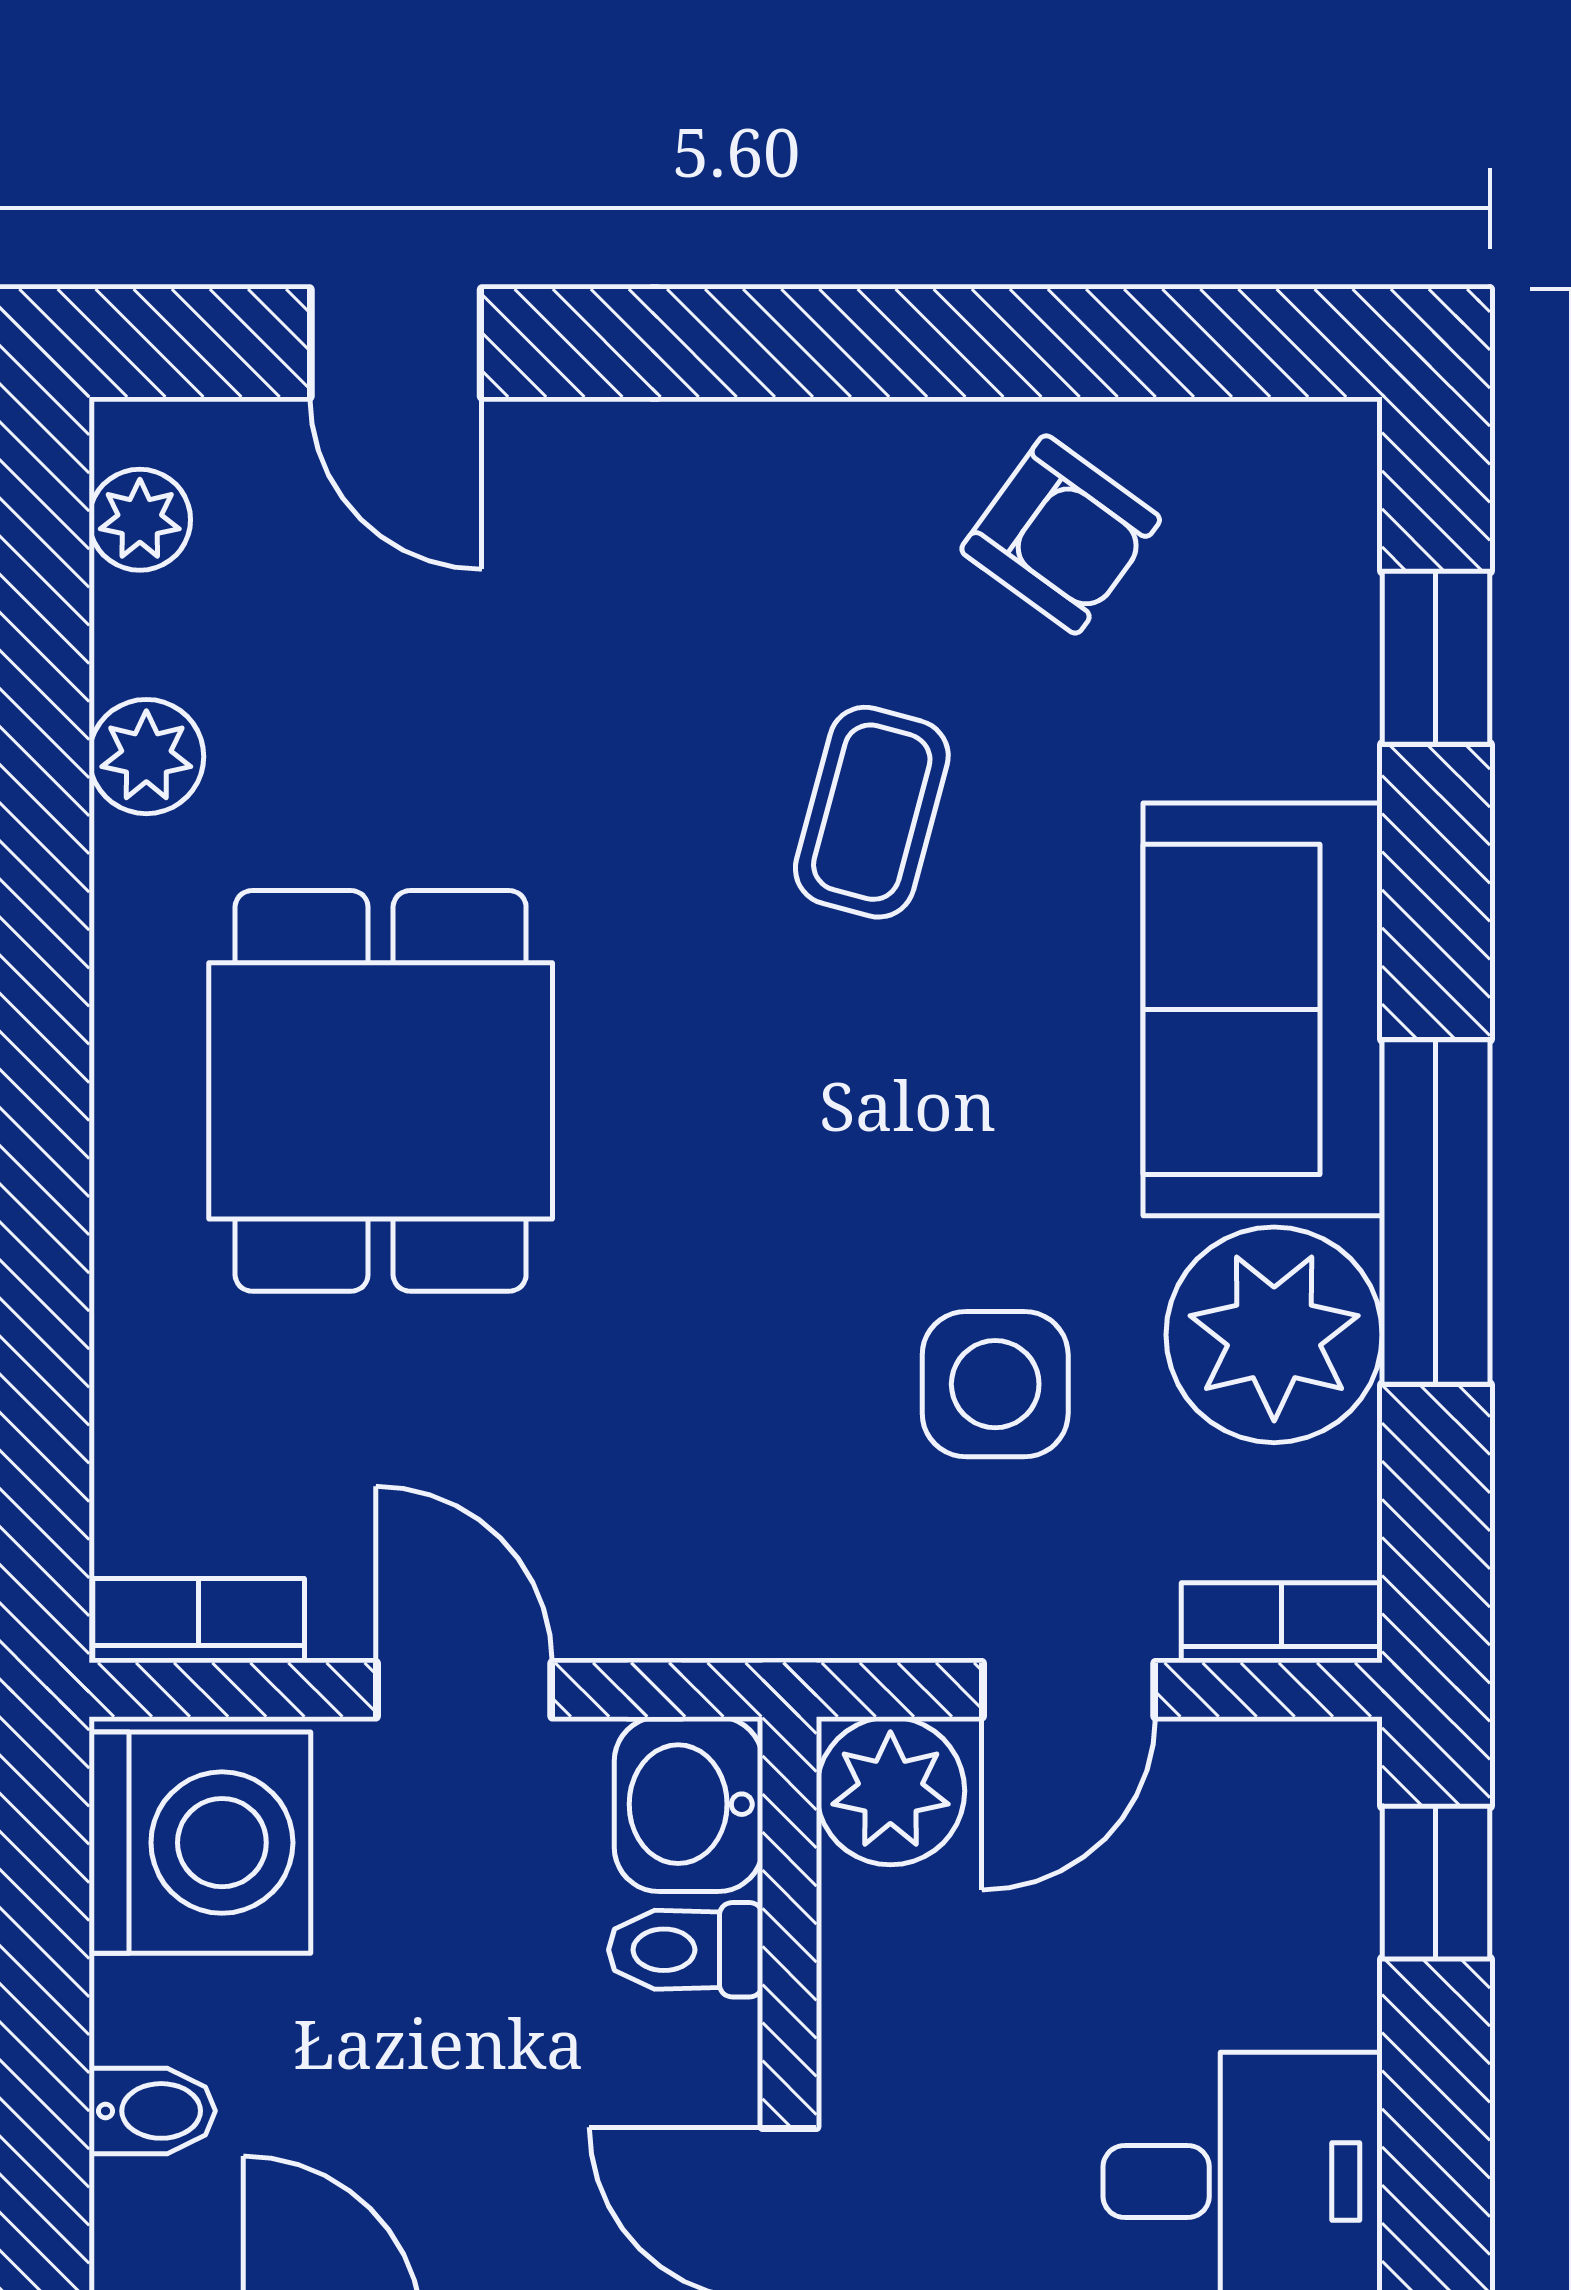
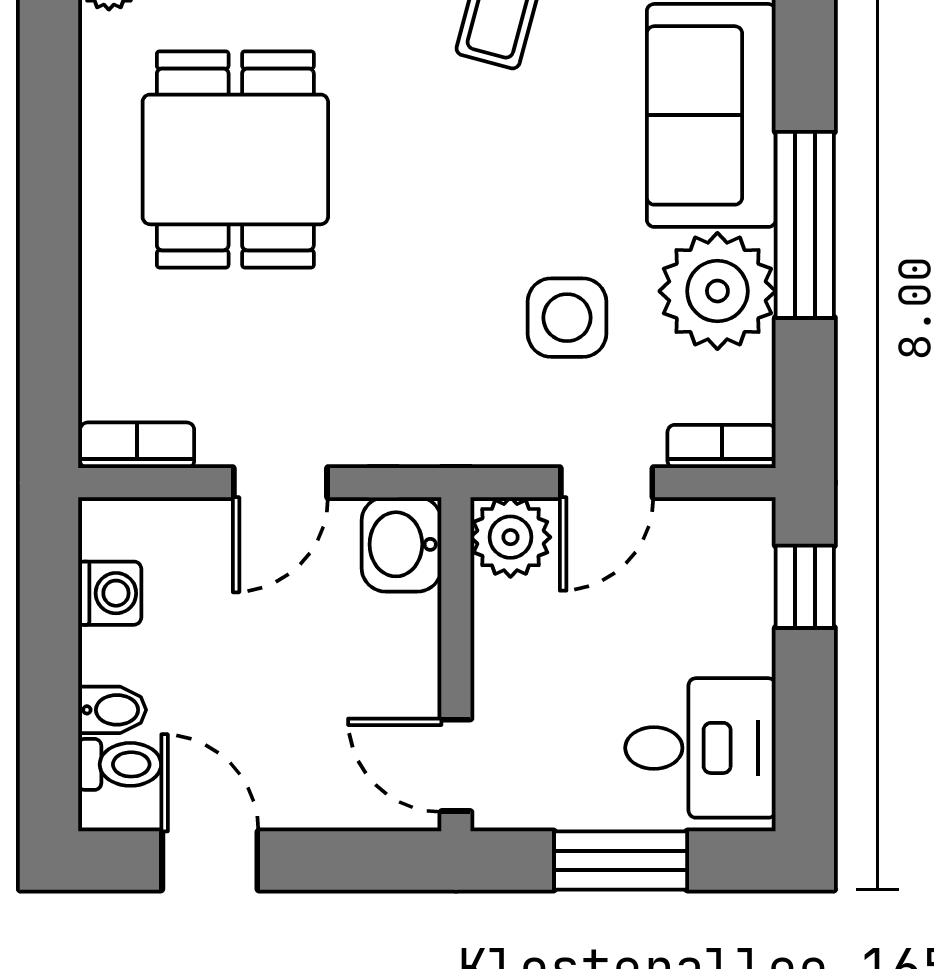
door: (464, 1690) -> (280, 483), swing flipped
washing machine: (200, 1843) -> (110, 593), width x0.53, depth x0.53
toilet: (686, 1950) -> (120, 764), moved, turned 180

